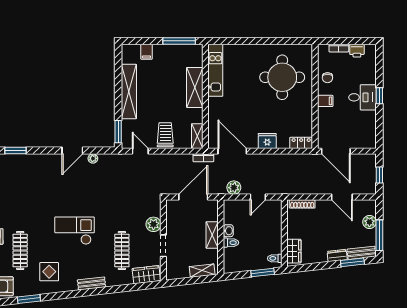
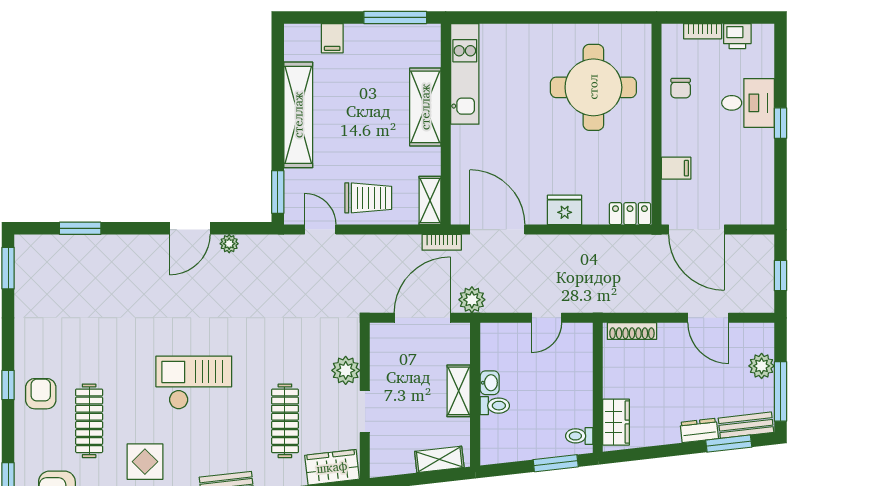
desk: (362, 97) -> (748, 103), moved
filing cabinet: (325, 101) -> (676, 168), moved
trolley: (165, 135) -> (368, 198), turned 90
plant: (234, 188) -> (472, 300), moved

